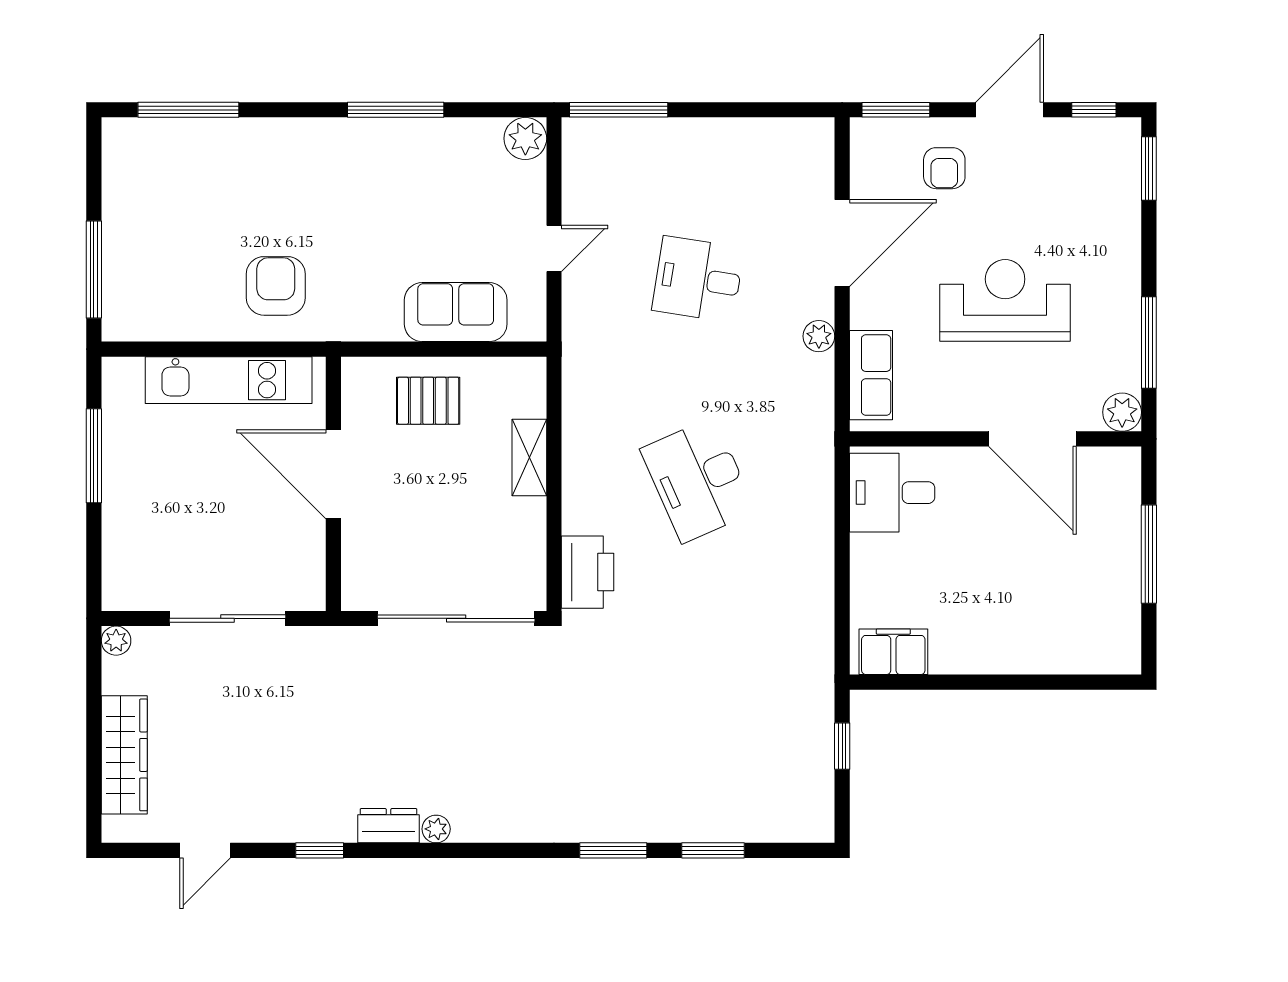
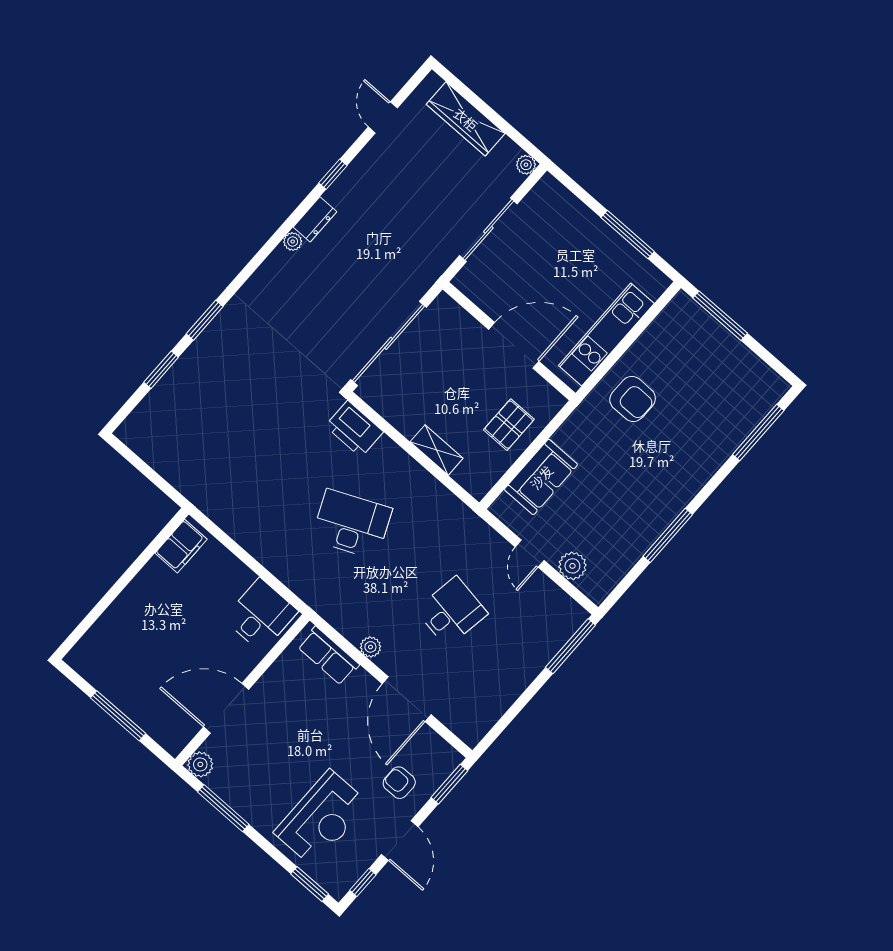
plant: (525, 138) -> (572, 566), moved
reception desk: (1005, 300) -> (322, 818), moved
window: (842, 746) -> (157, 479), removed

